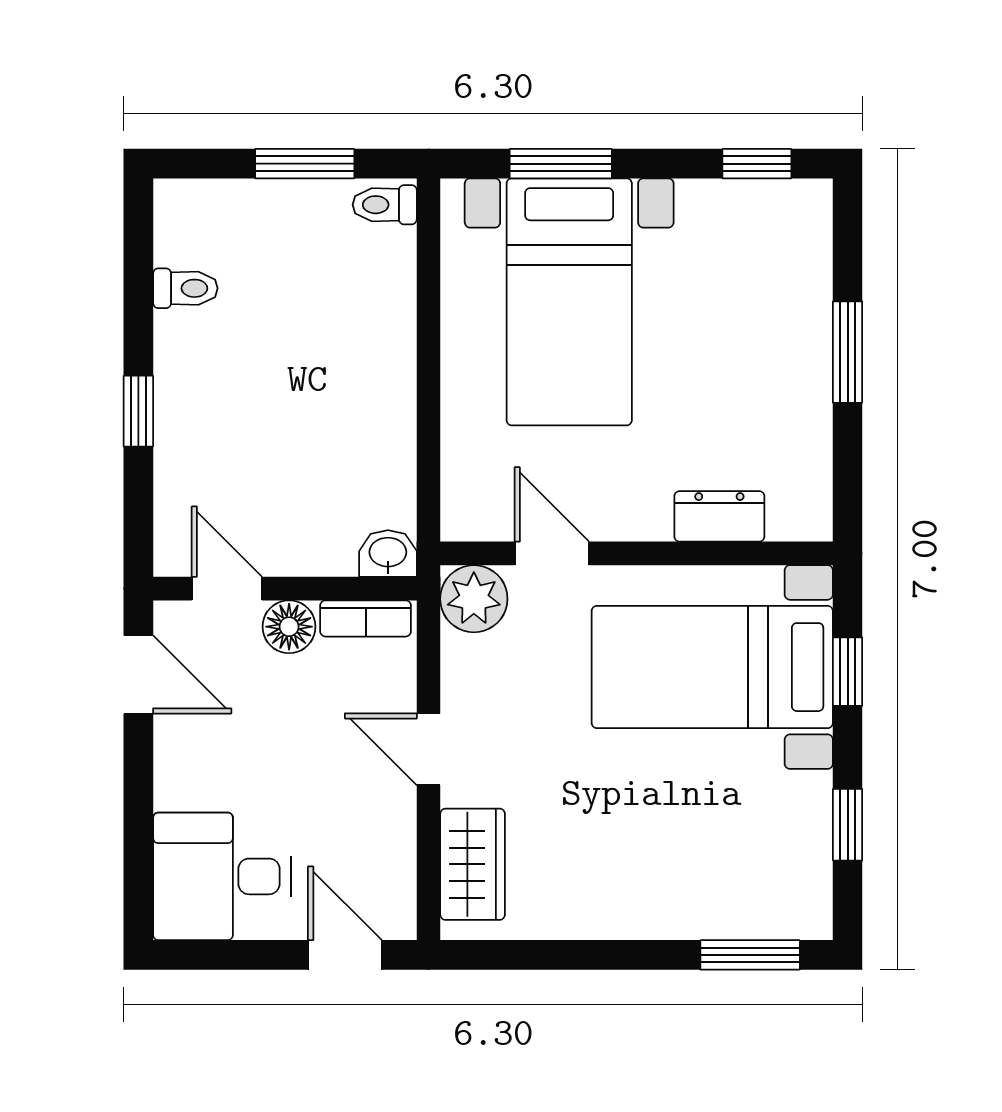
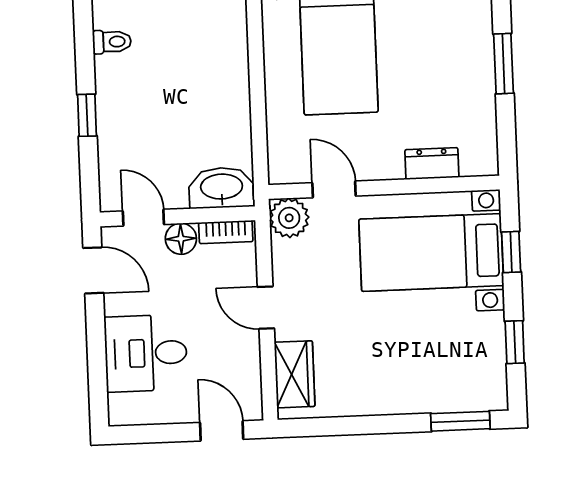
washbasin: (388, 553) -> (222, 188), width x1.91, depth x1.45
desk: (222, 876) -> (146, 353), moved

